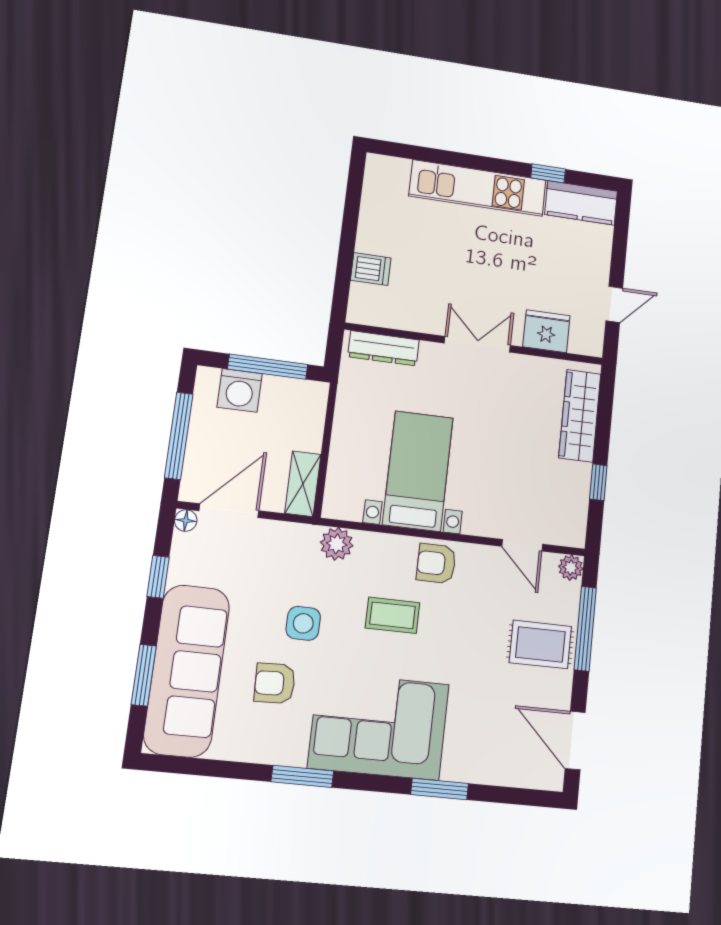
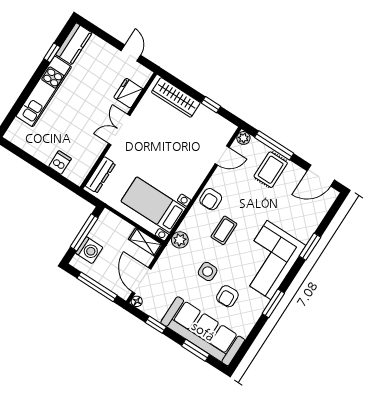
bed with nightstands: (418, 471) -> (153, 205), moved

